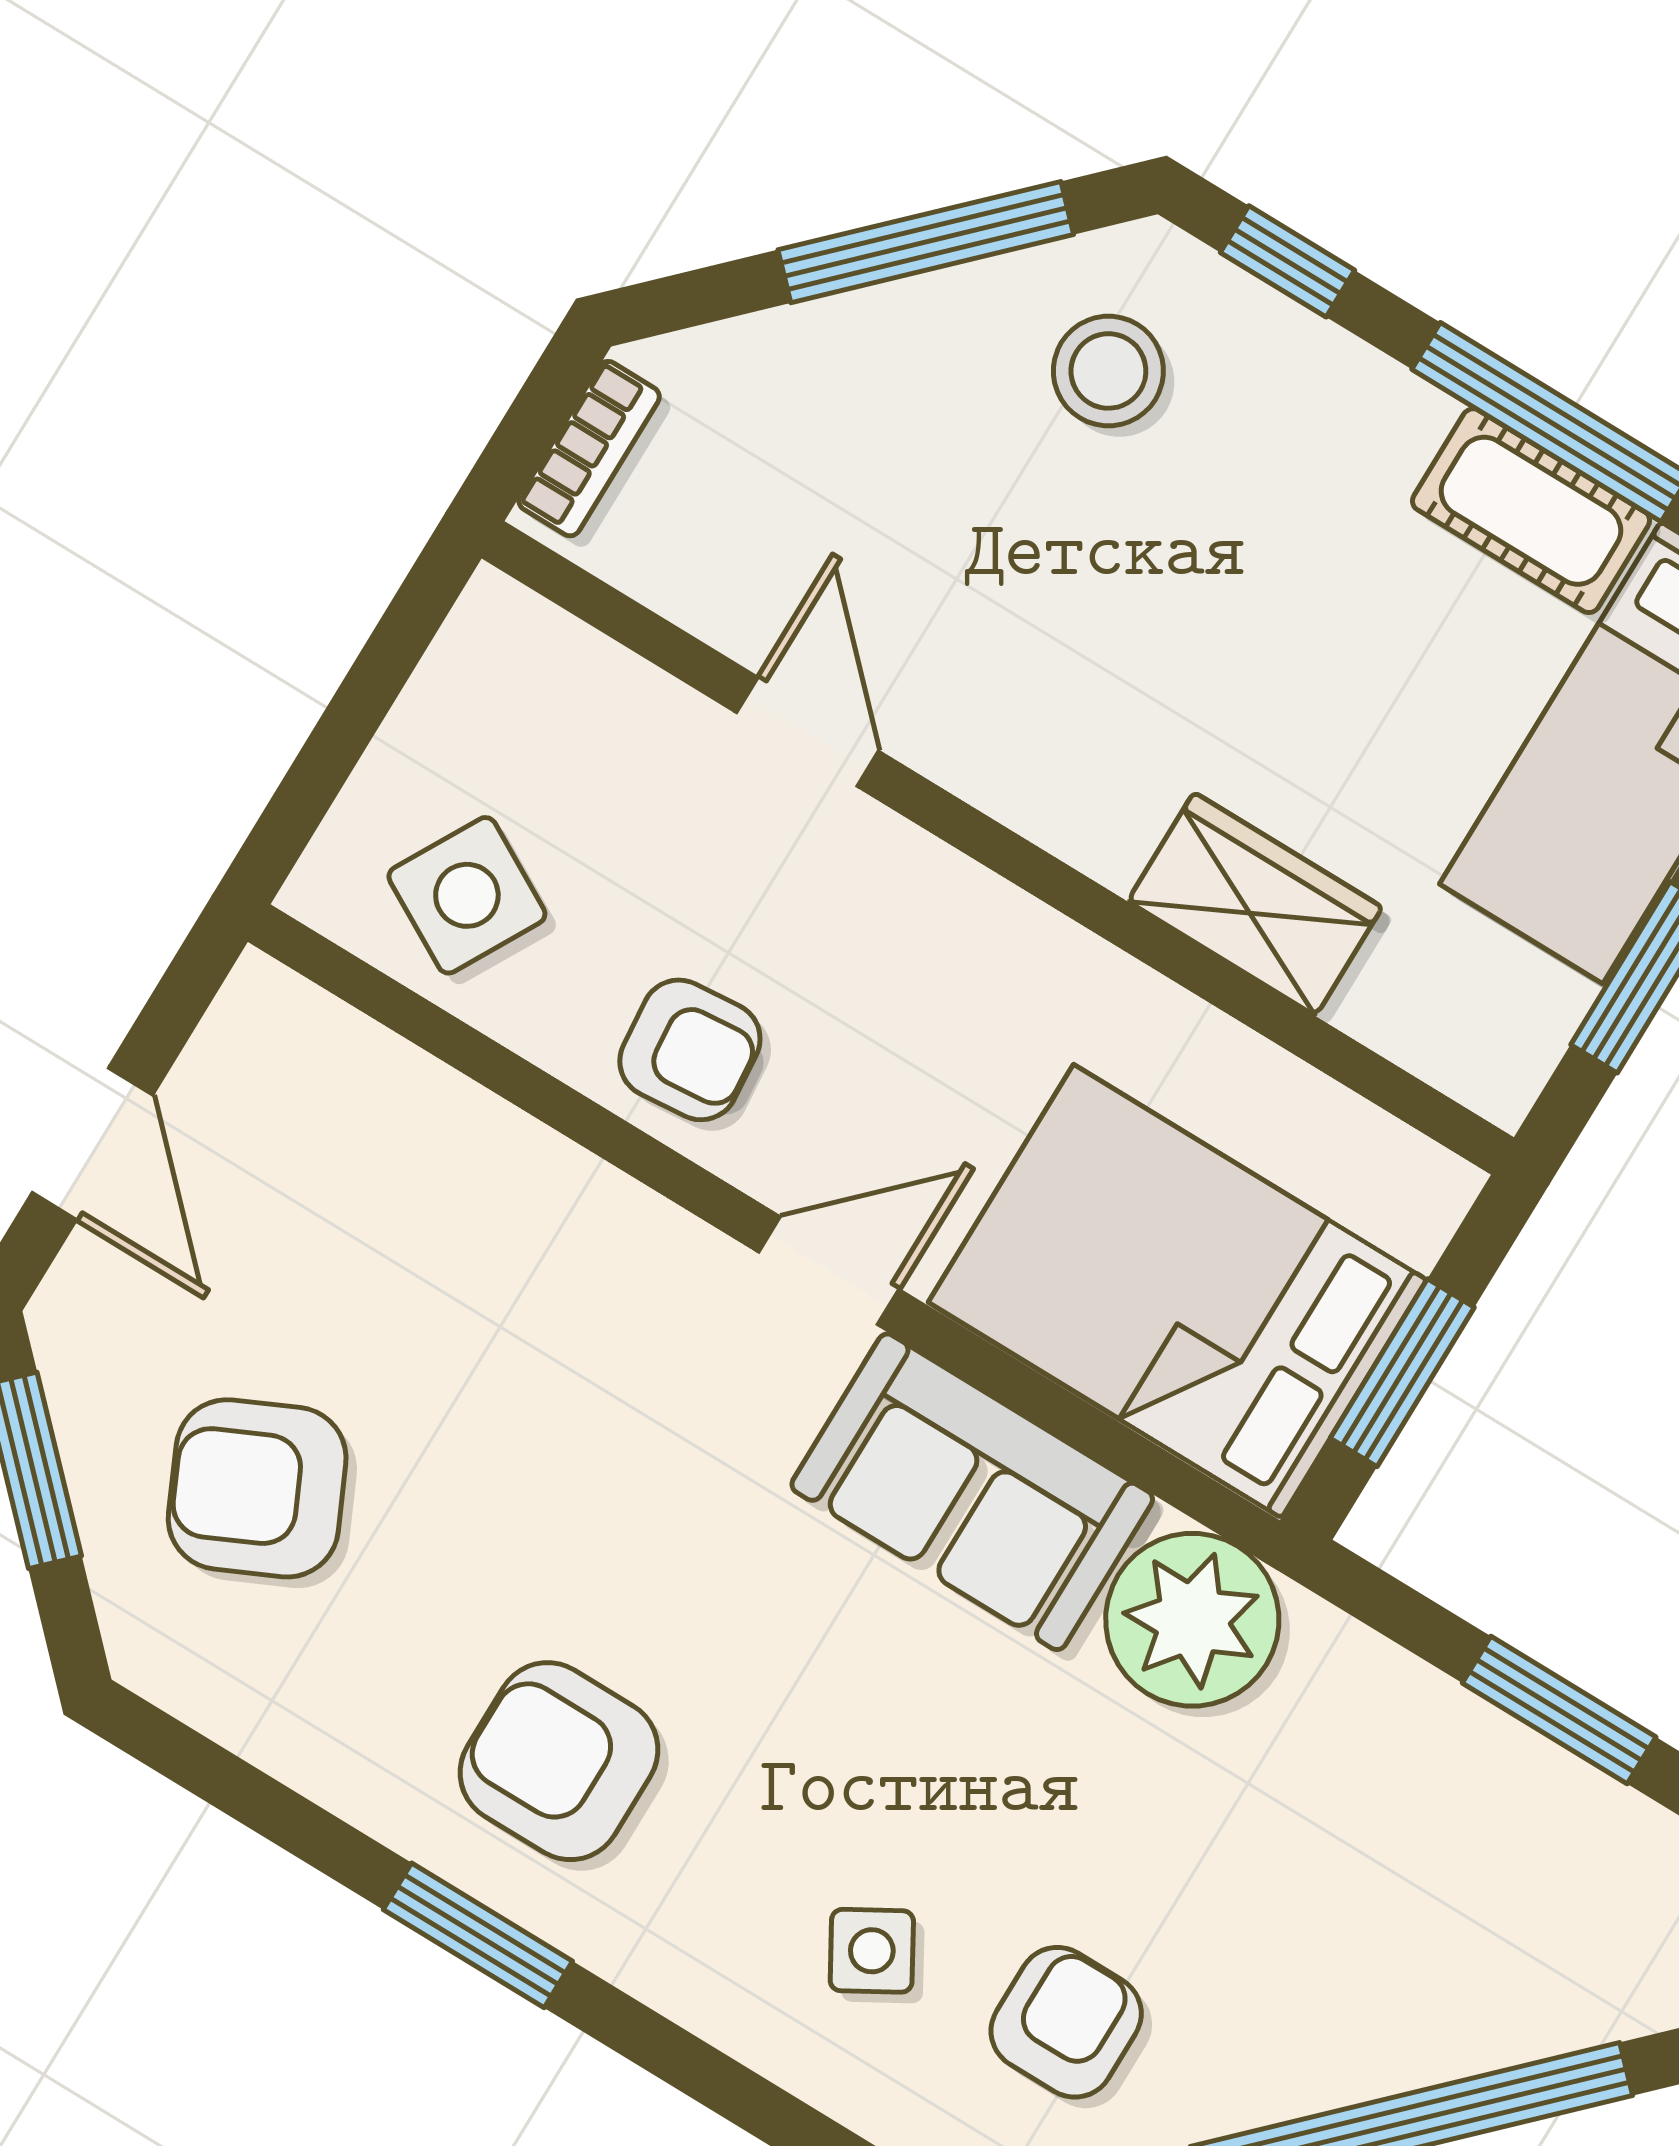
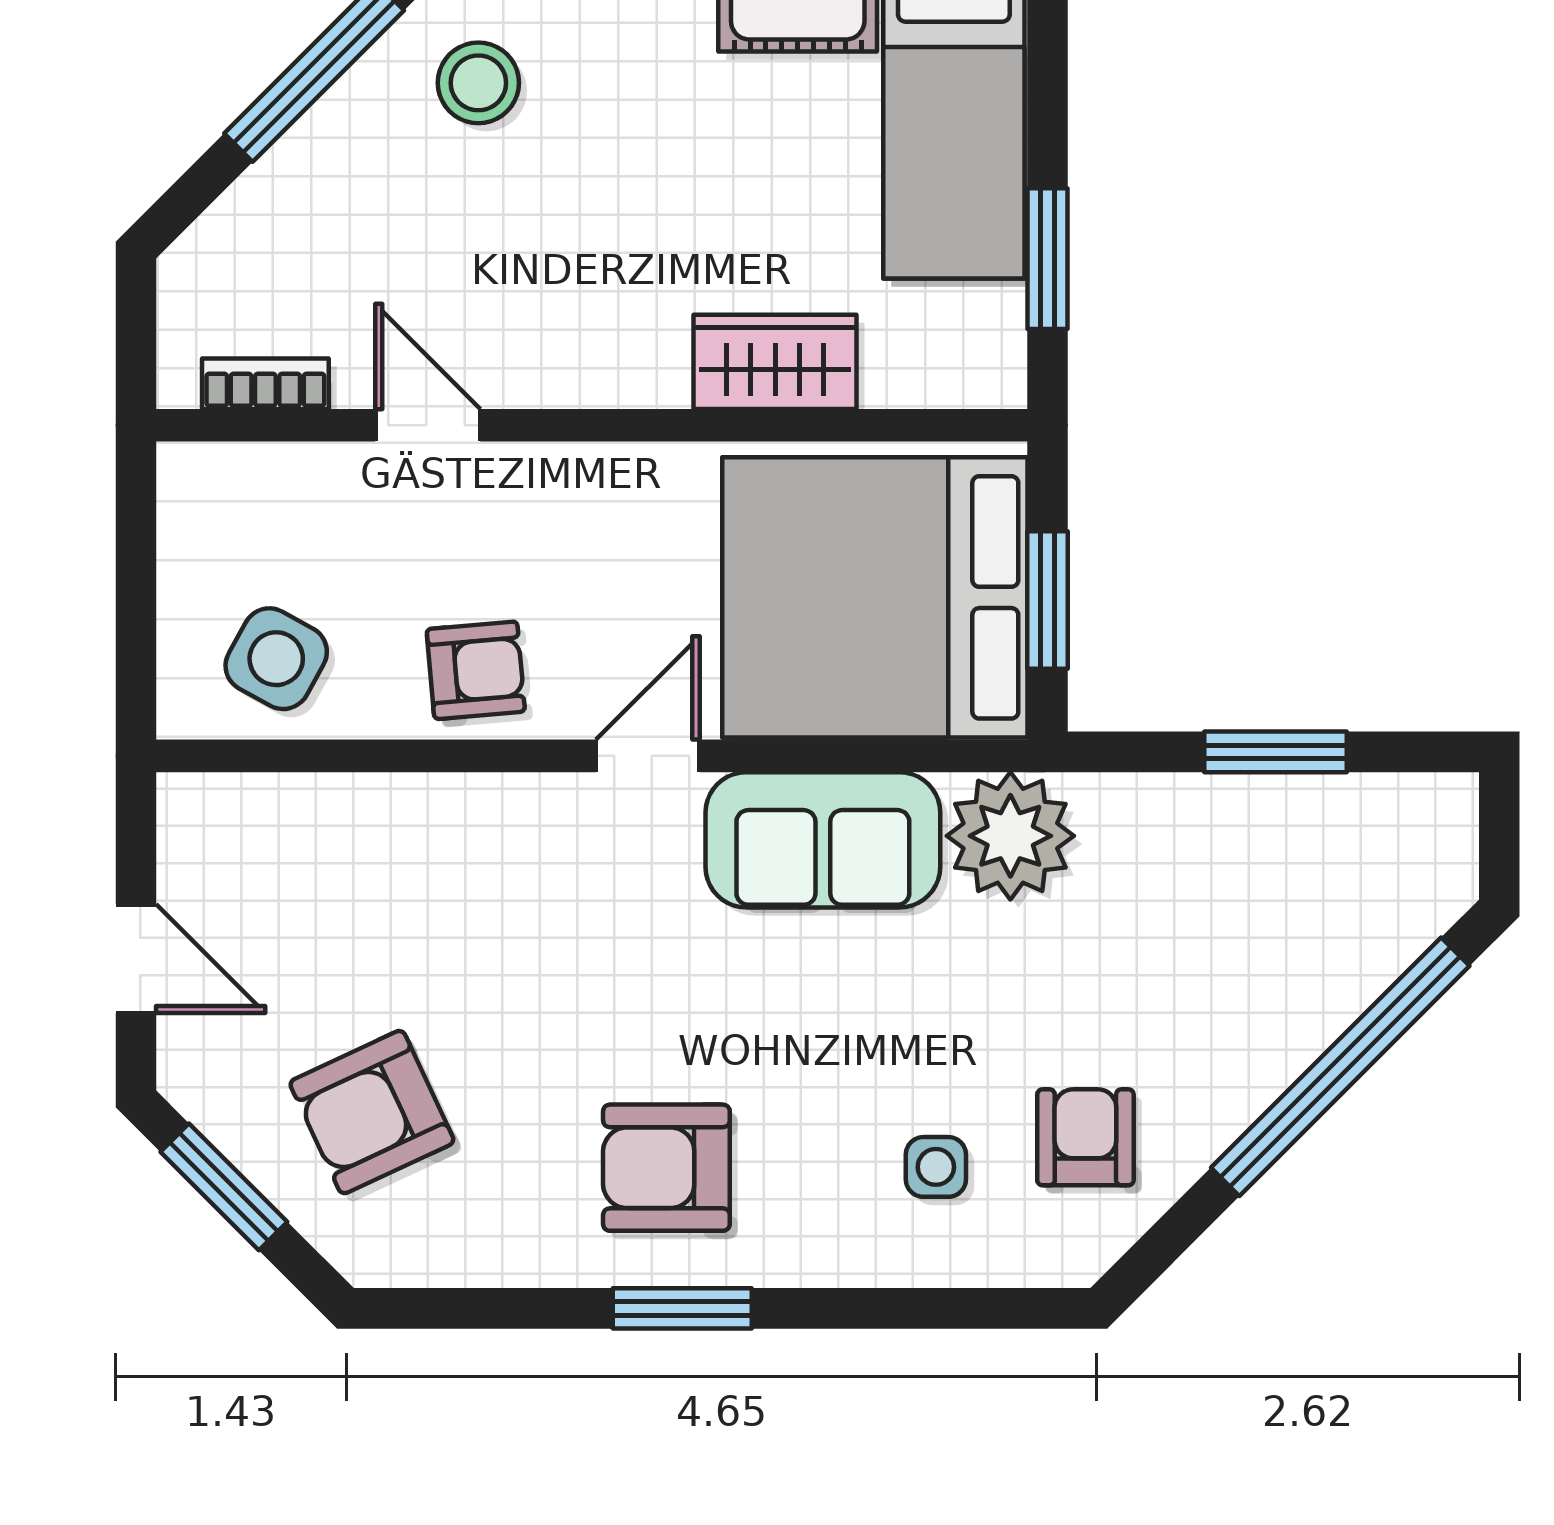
bookcase: (589, 449) -> (265, 384), moved, turned -90
bed: (1178, 1291) -> (875, 597), width x1.36
side table: (872, 1951) -> (936, 1167), turned 30

